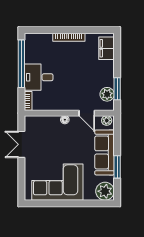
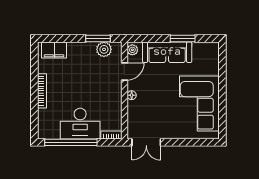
desk: (39, 77) -> (80, 124), width x1.37
double door: (21, 144) -> (146, 142), moved
plant: (105, 191) -> (209, 52), removed

